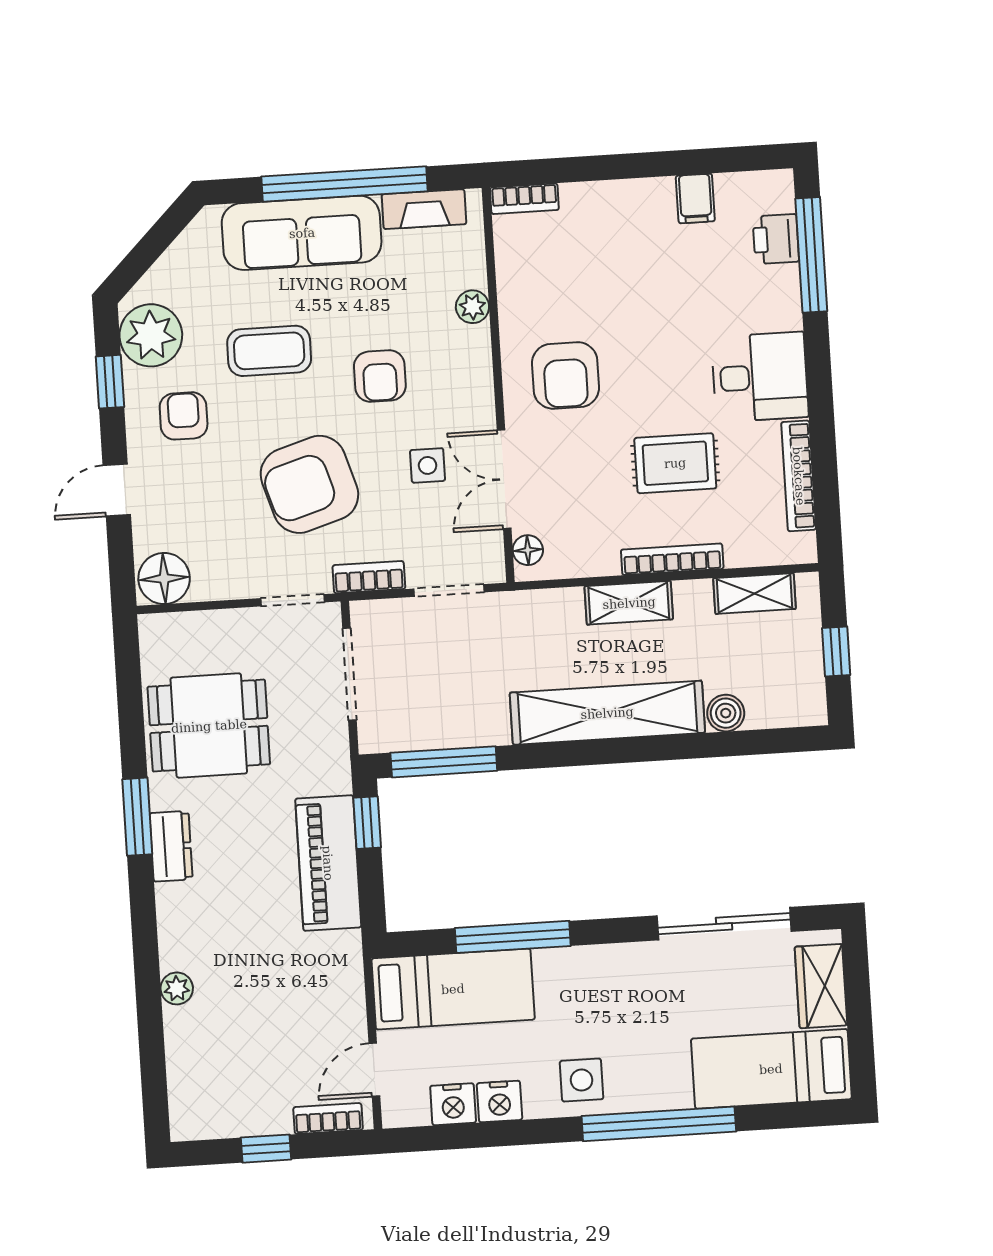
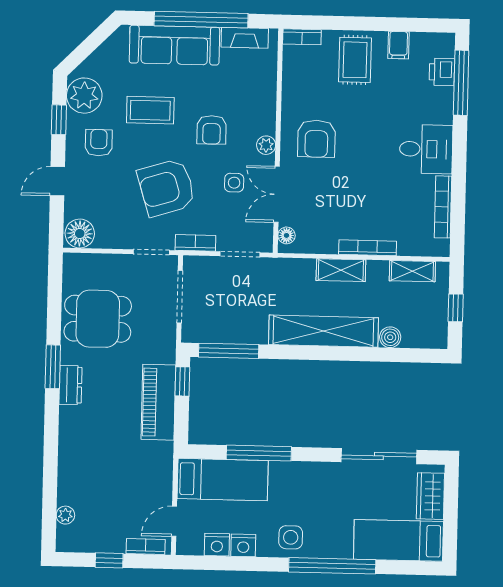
plant: (472, 307) -> (266, 145), moved
rug: (675, 463) -> (355, 60), moved, turned 90
plant: (177, 988) -> (65, 515), moved

